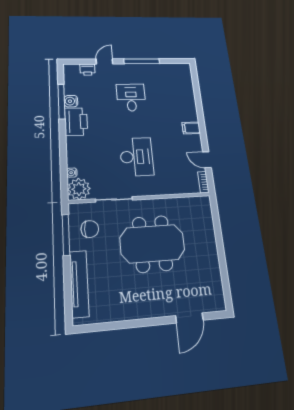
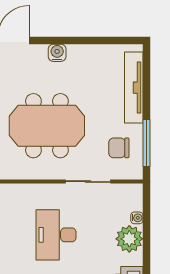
plant: (79, 189) -> (129, 239), moved
water cooler: (150, 310) -> (57, 53), added

